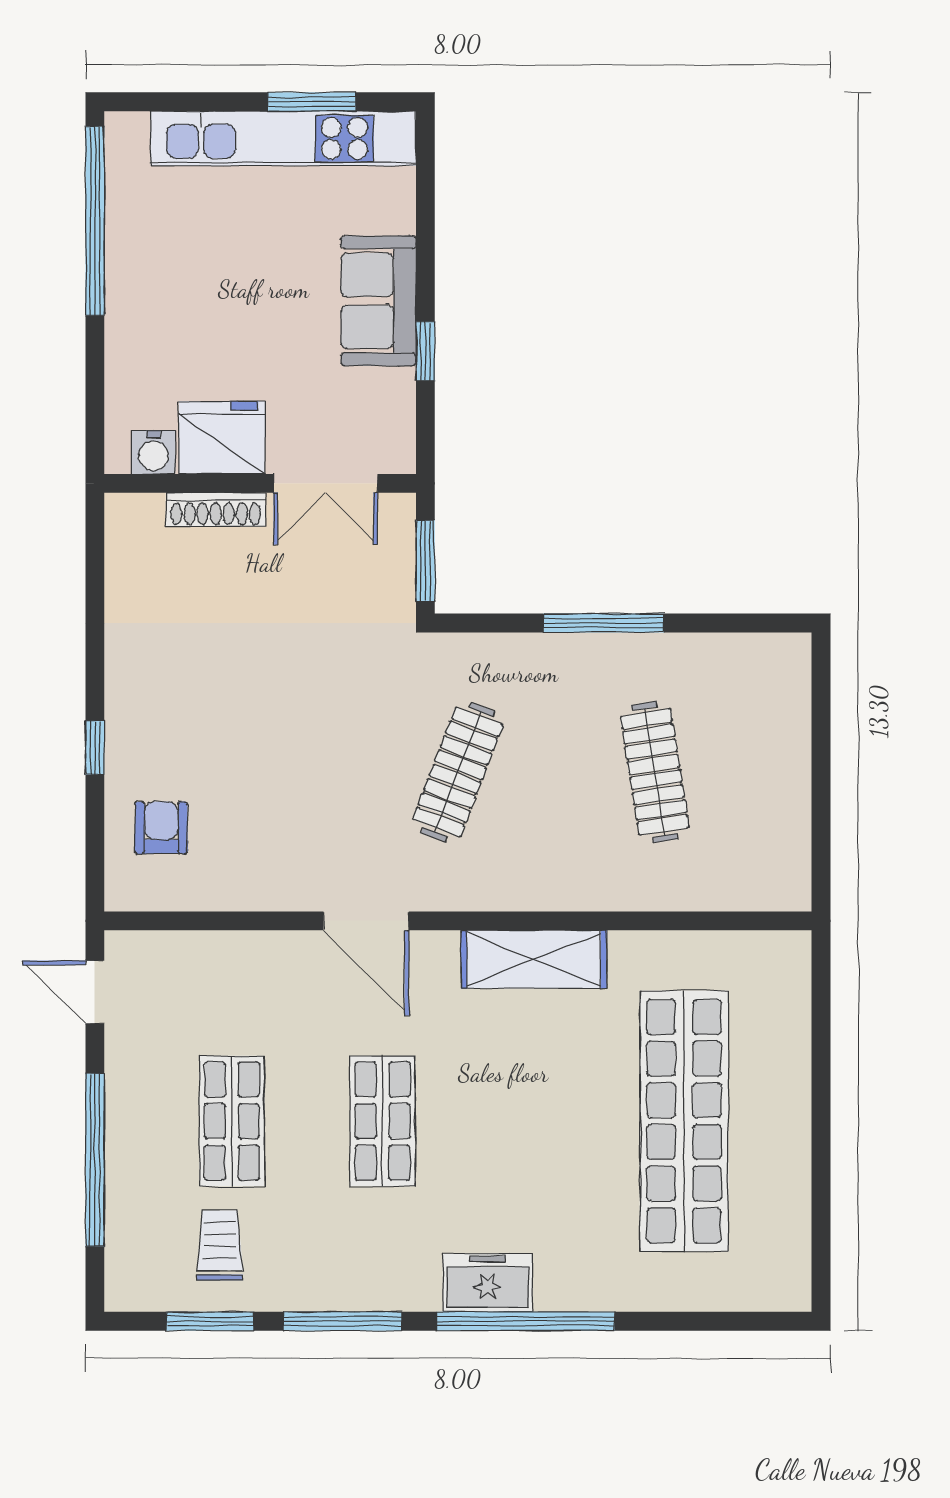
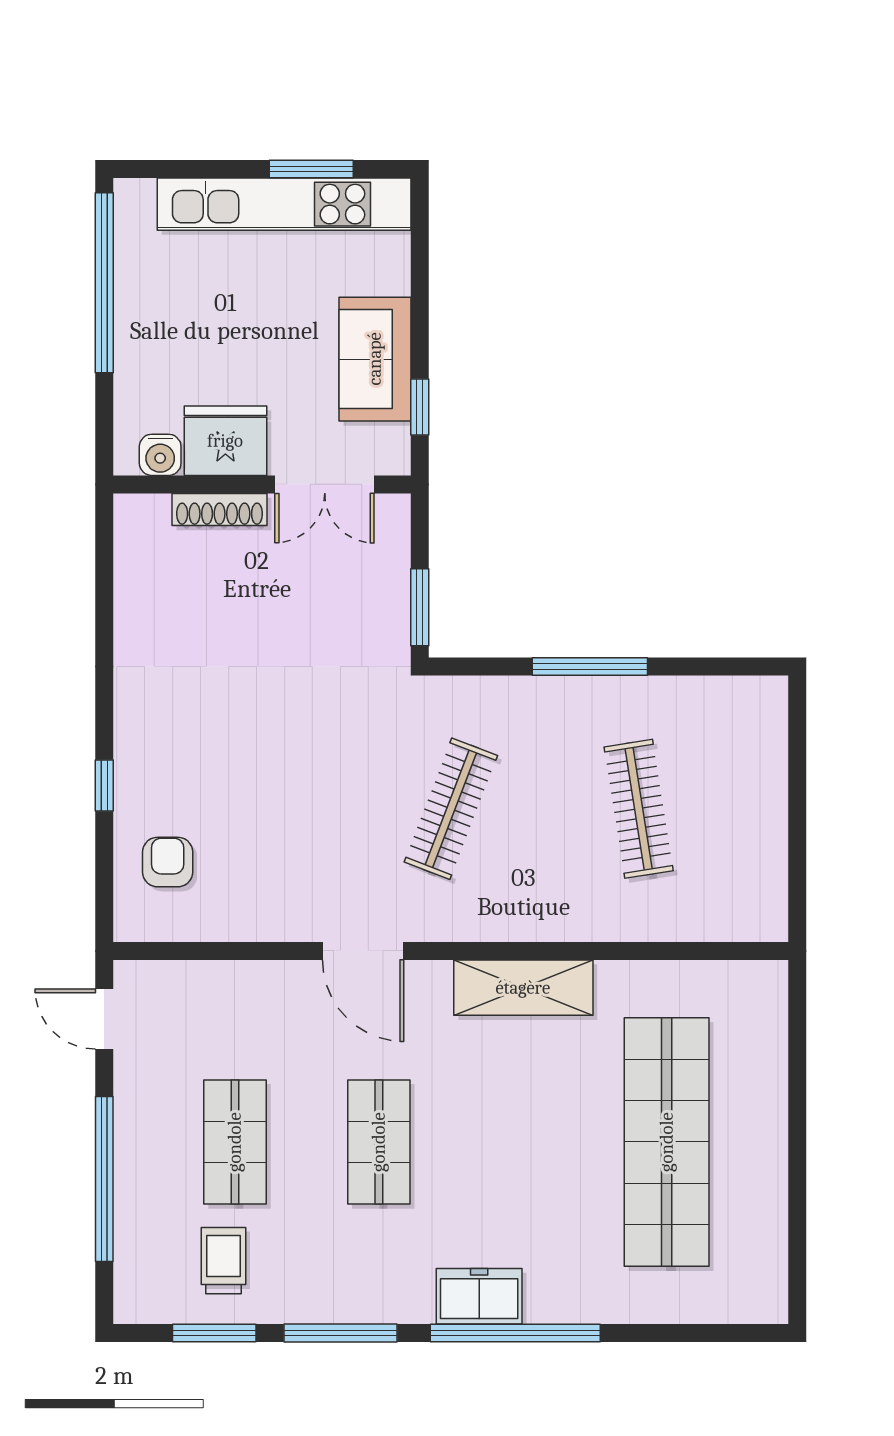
fridge: (222, 438) -> (225, 441), moved
water cooler: (153, 452) -> (160, 455), moved
wall: (260, 483) -> (262, 484), moved
double door: (326, 483) -> (325, 484), moved
shoe rack: (216, 510) -> (220, 509), moved

